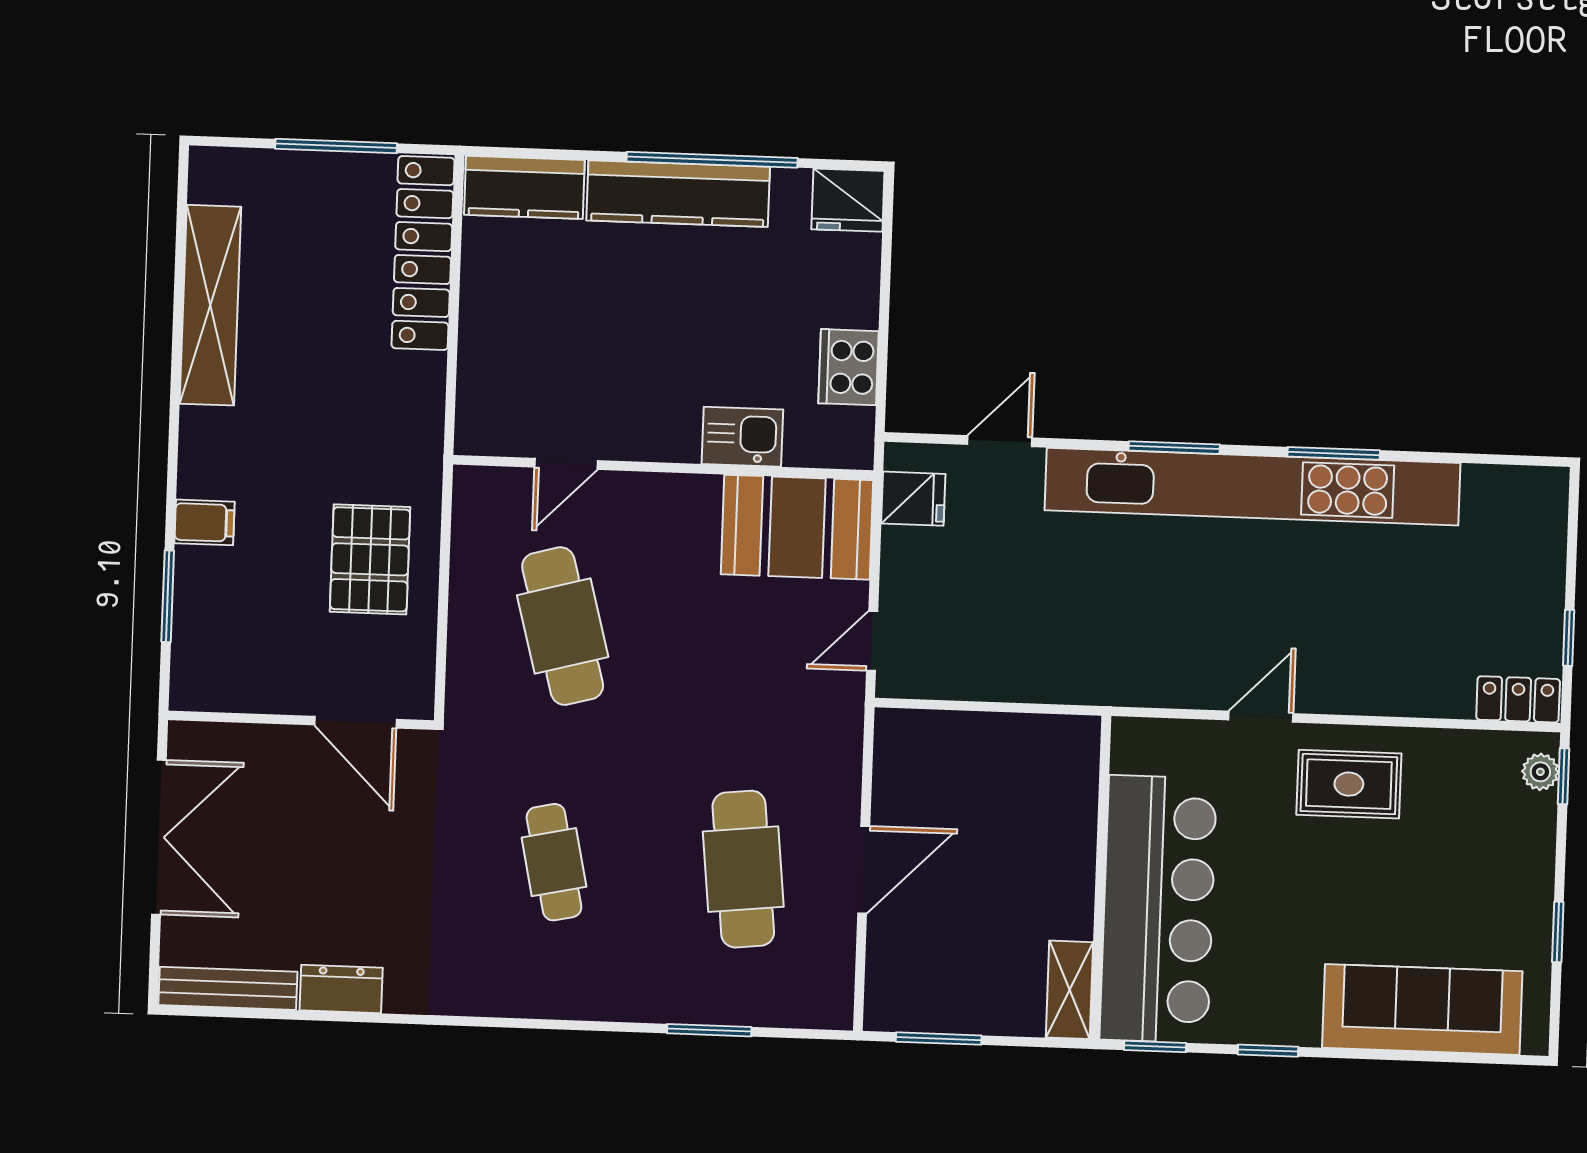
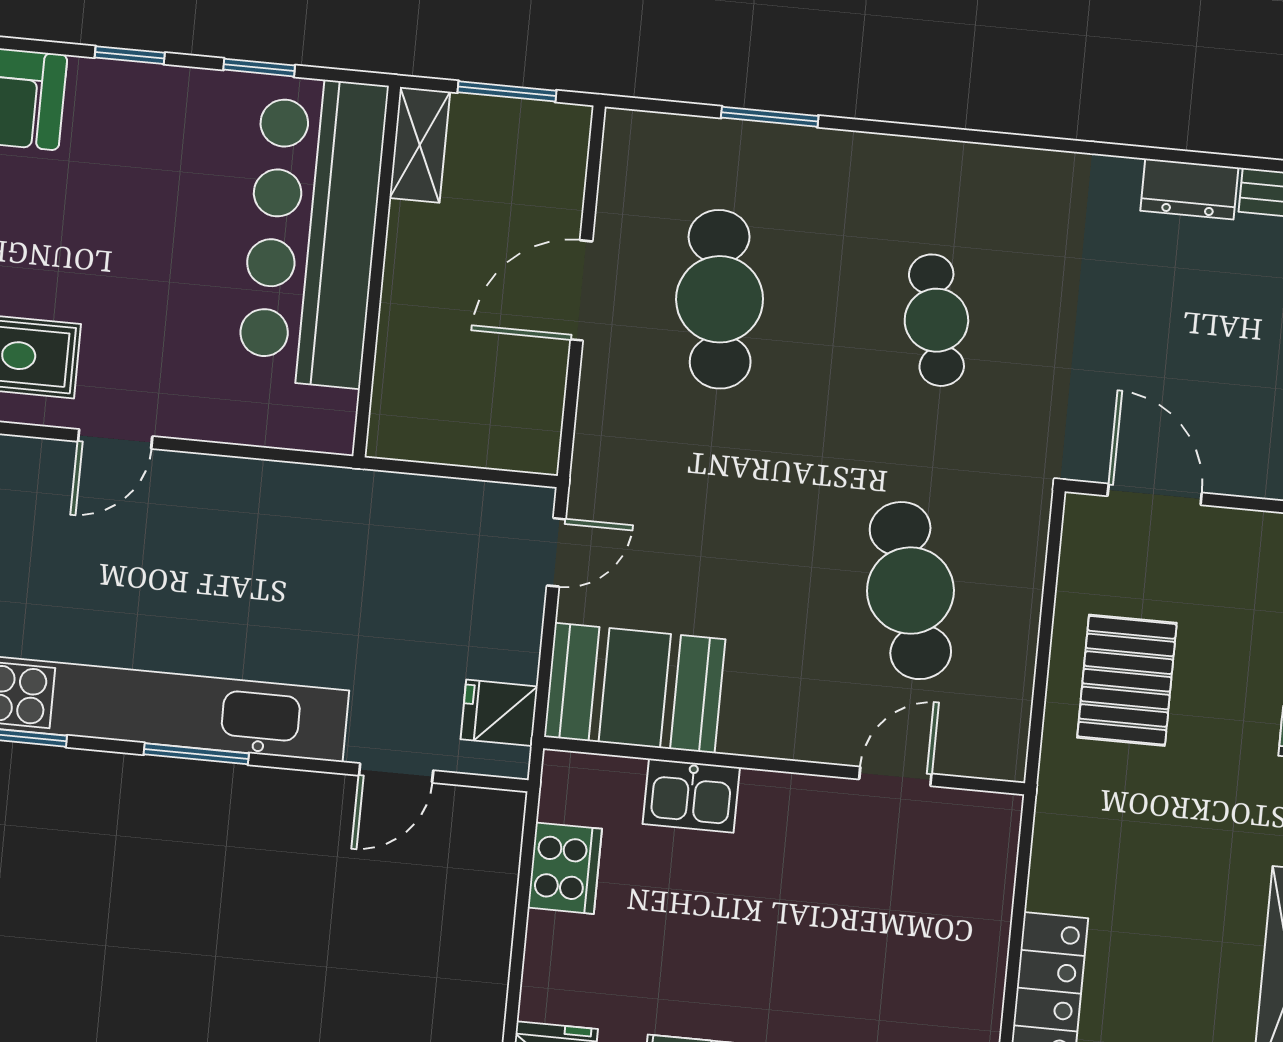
wall: (1100, 878) -> (377, 272), moved
bar counter: (1158, 909) -> (313, 232), moved
shelving: (1070, 990) -> (420, 145), moved

